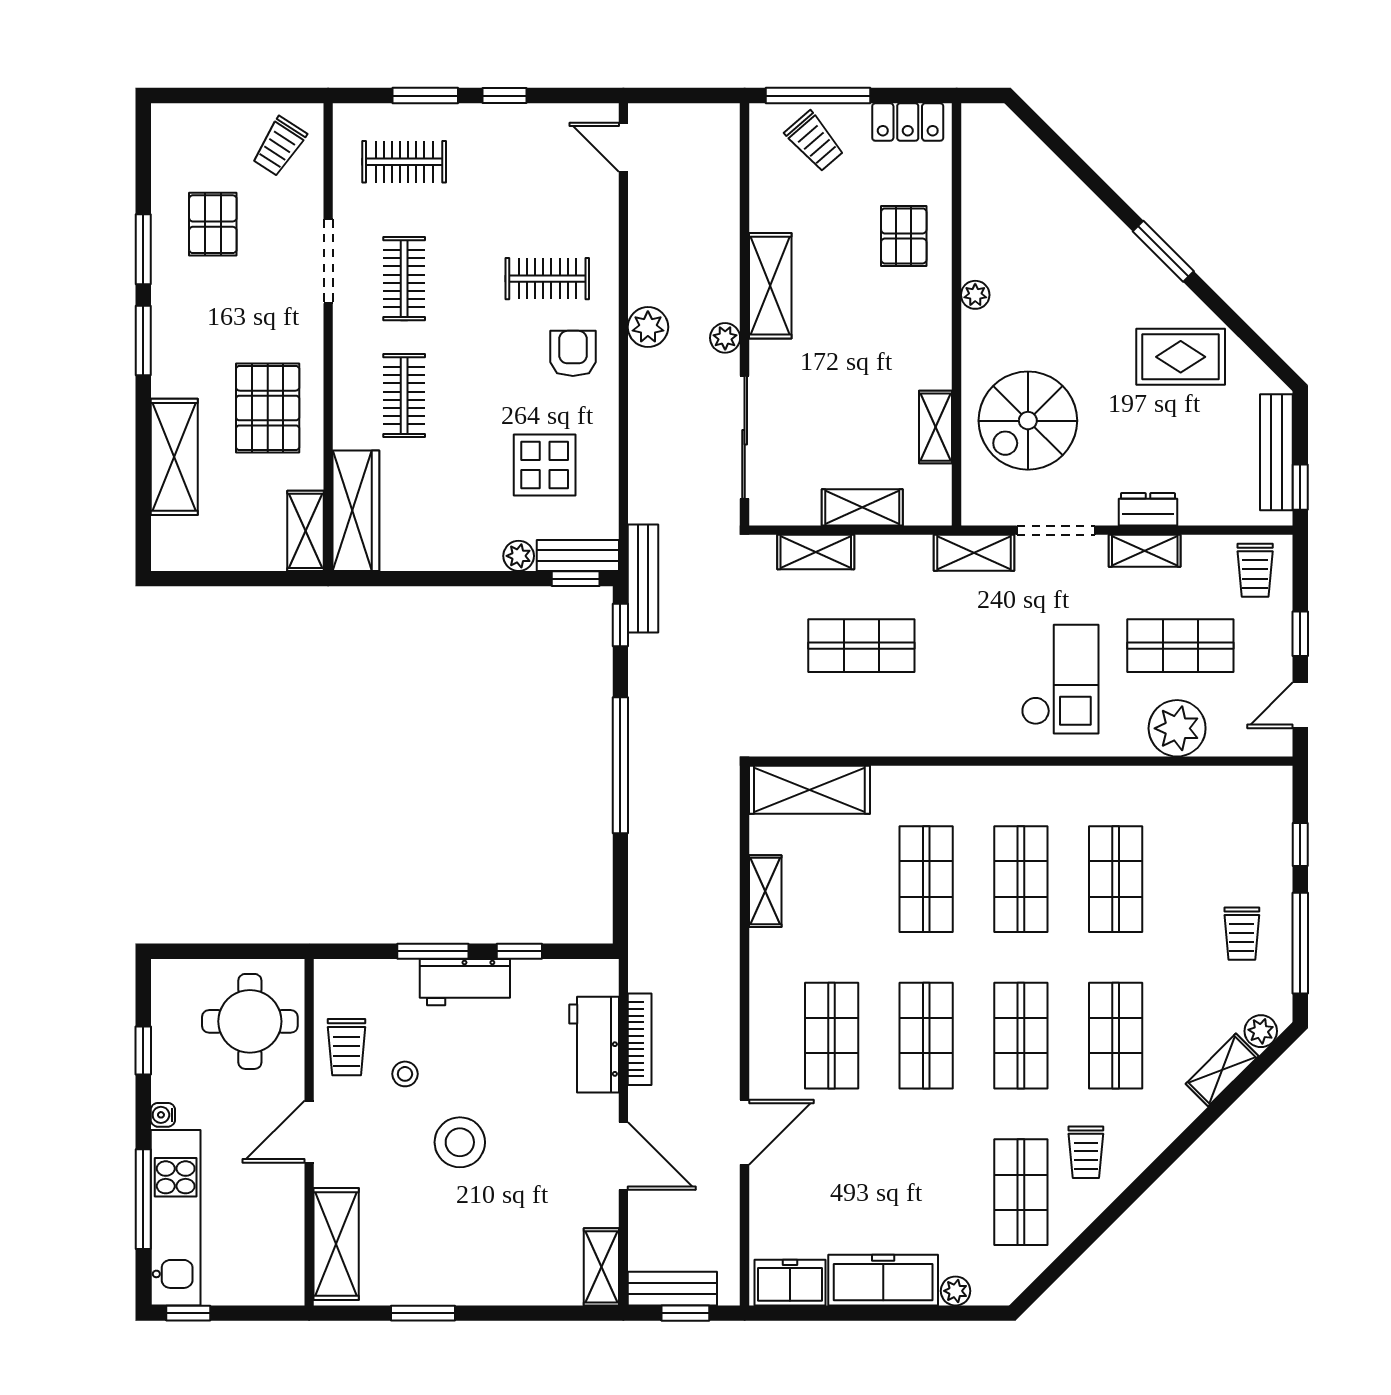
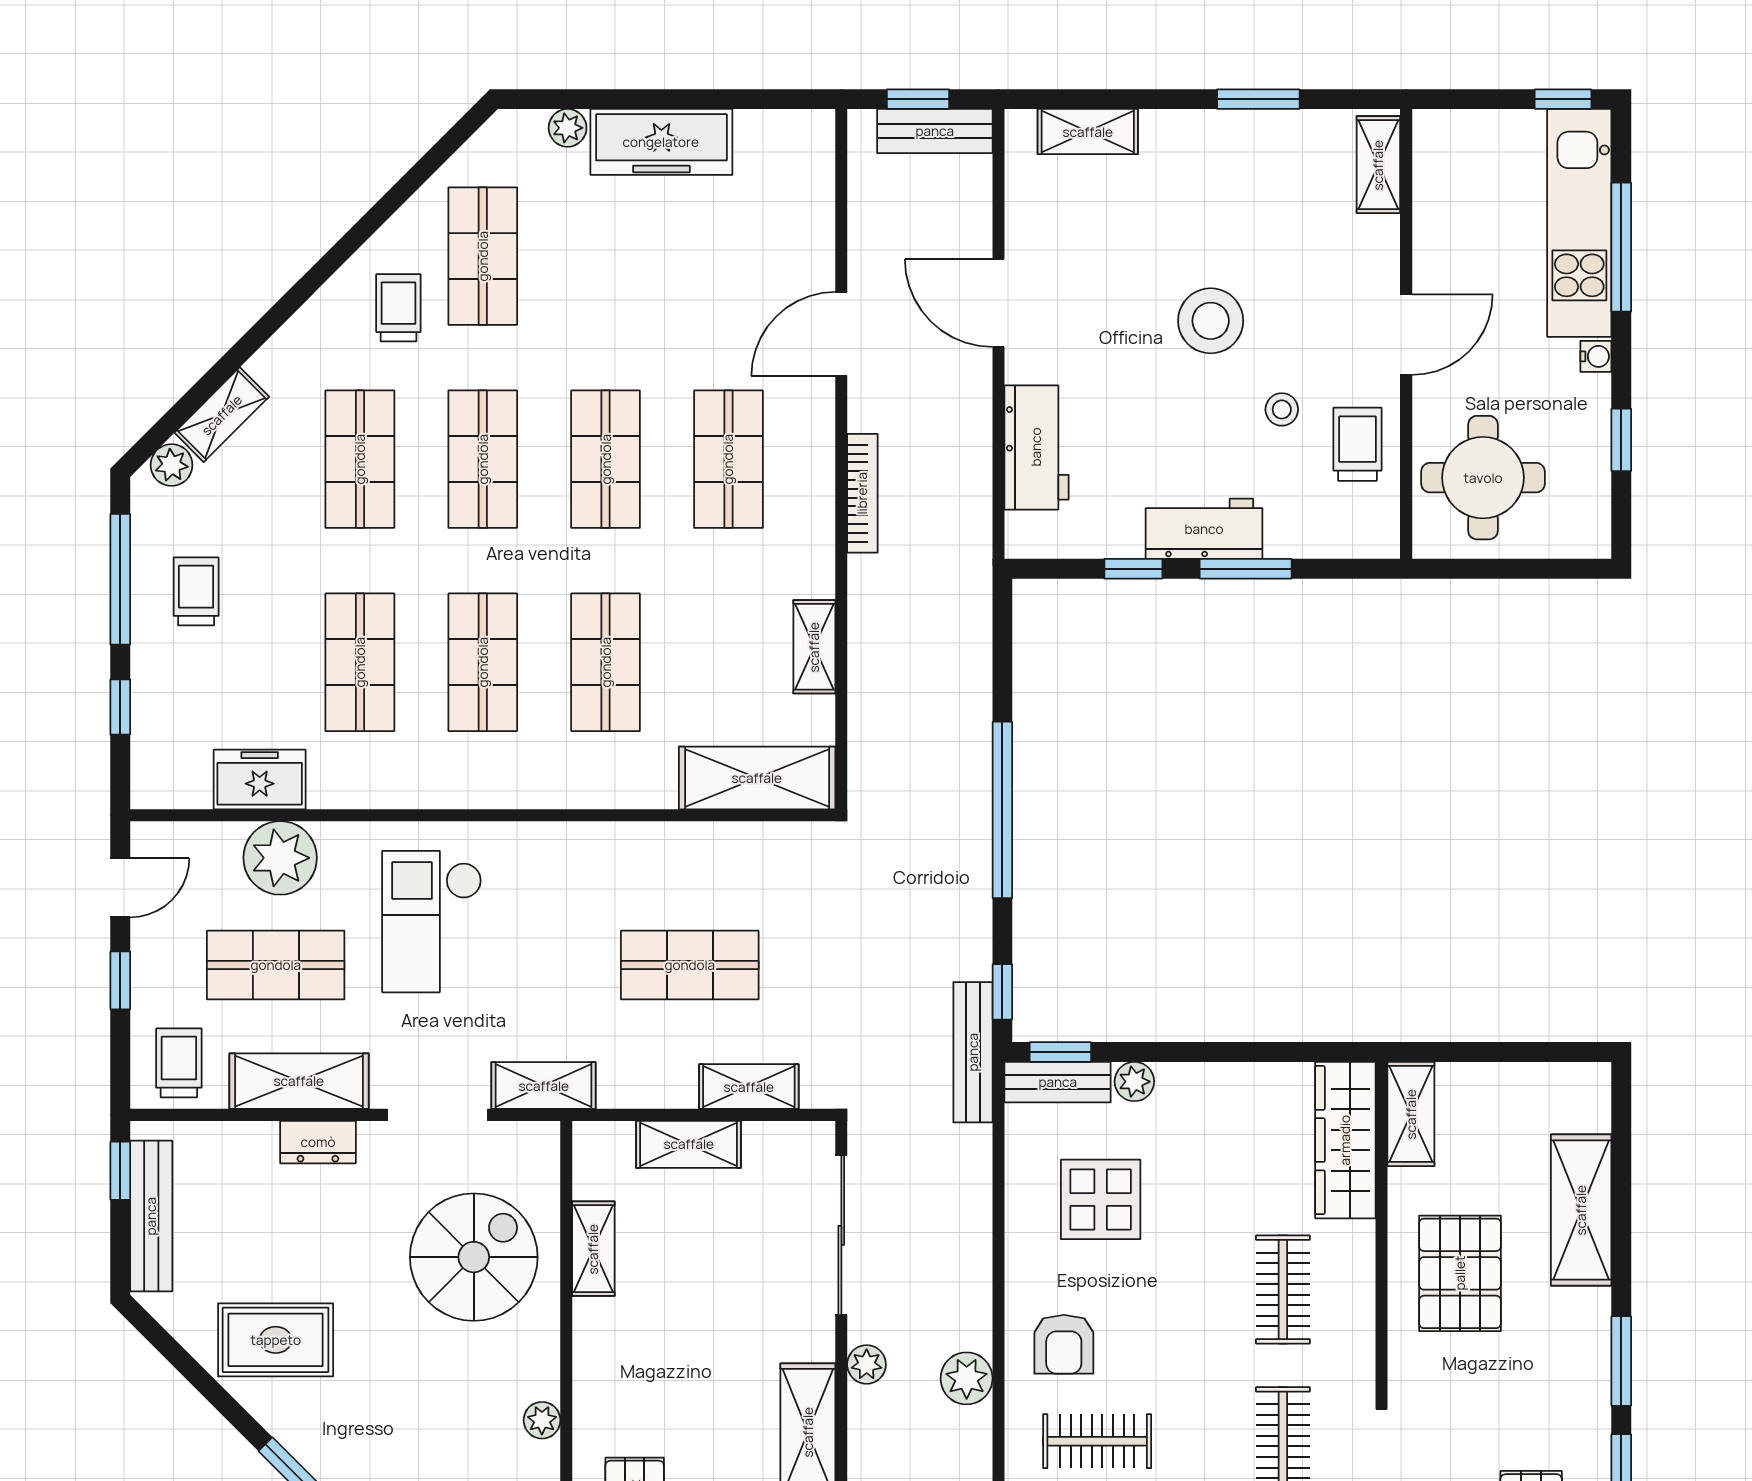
shelving: (1145, 551) -> (299, 1081), width x1.50, depth x1.33
bookcase: (640, 1039) -> (862, 493), moved, turned 180
shelving: (336, 1244) -> (1378, 165), width x0.67, depth x0.75
shelving: (601, 1267) -> (1088, 132), moved, turned 90
freezer: (790, 1283) -> (260, 780), moved, turned 180

